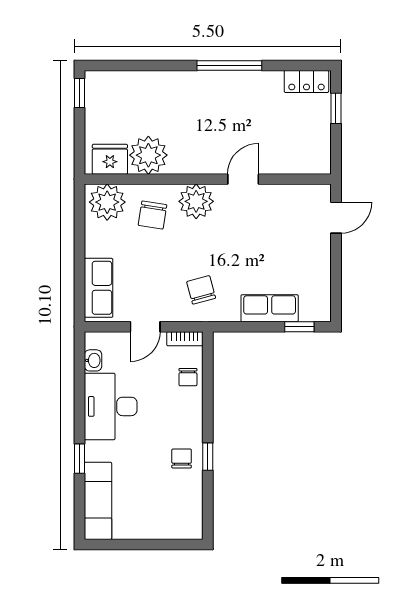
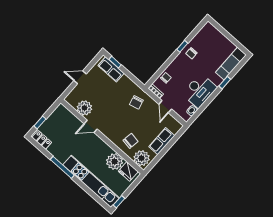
kitchen unit: (158, 86) -> (91, 181), added
plant: (196, 201) -> (84, 108), moved
door: (336, 218) -> (80, 77), moved
row of seats: (99, 288) -> (162, 141), moved
row of seats: (270, 308) -> (111, 69), moved
door: (145, 327) -> (165, 107), swing flipped

